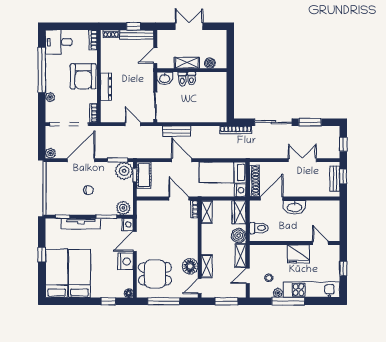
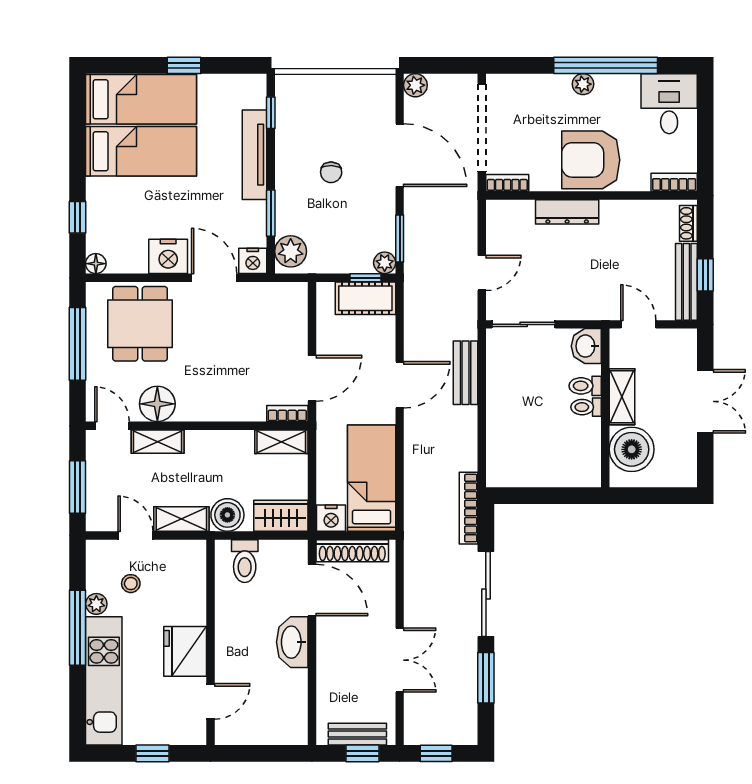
boiler: (210, 63) -> (632, 449), width x1.86, depth x1.86
plant: (50, 97) -> (583, 84), moved
plant: (124, 171) -> (385, 263), width x0.53, depth x0.53

